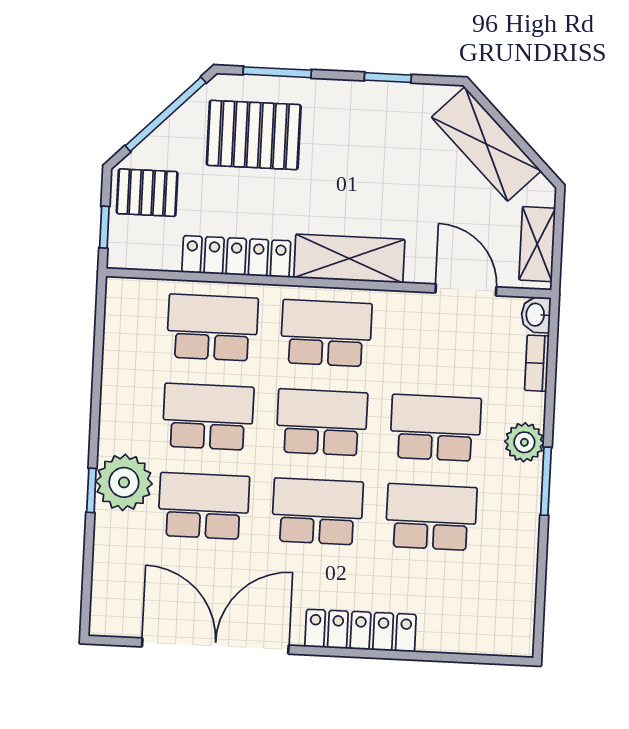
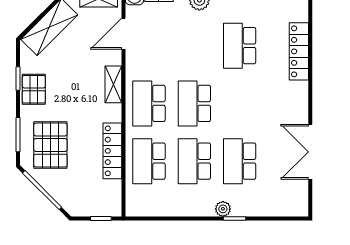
pallet: (147, 193) -> (34, 89), moved
shelving: (349, 259) -> (113, 84), width x0.67, depth x0.75
school desk: (436, 428) -> (194, 46), removed
plant: (124, 482) -> (223, 209), width x0.53, depth x0.53
school desk: (317, 511) -> (240, 103), removed
locker: (361, 631) -> (299, 51), moved
double door: (215, 646) -> (310, 152), width x0.73

